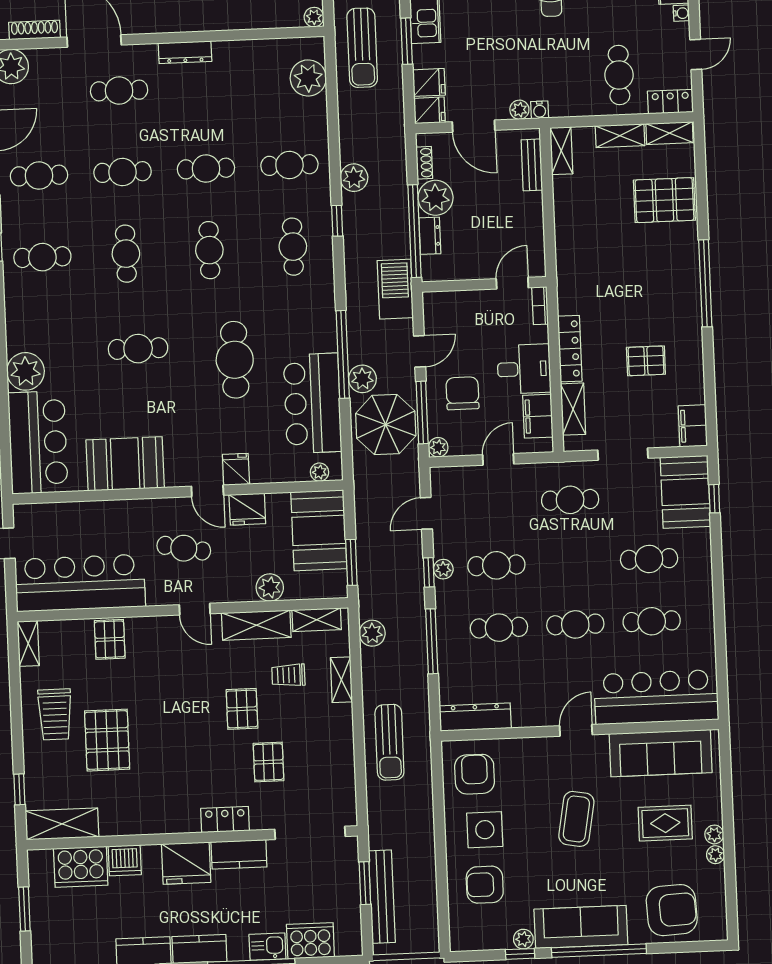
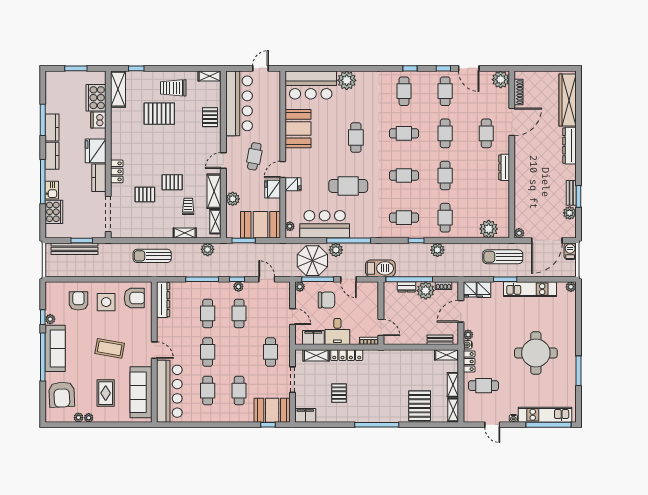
locker: (670, 102) -> (469, 362), moved
pallet: (110, 639) -> (210, 117), turned 90
plant: (714, 834) -> (78, 418), moved

